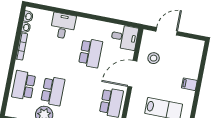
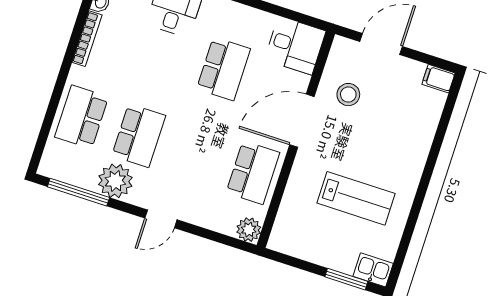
filing cabinet: (189, 84) -> (438, 79), moved

